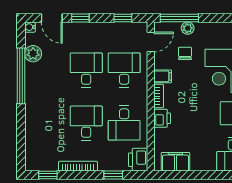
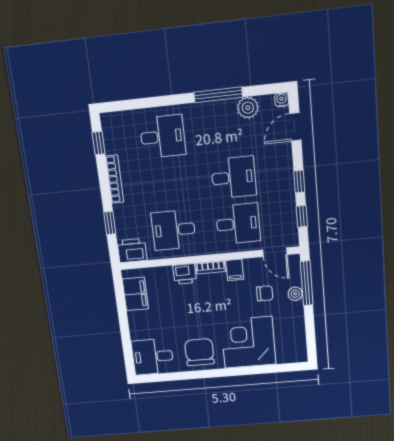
window: (80, 18) -> (299, 182), moved
window: (21, 76) -> (218, 95), width x0.68
desk: (86, 123) -> (163, 137), moved

